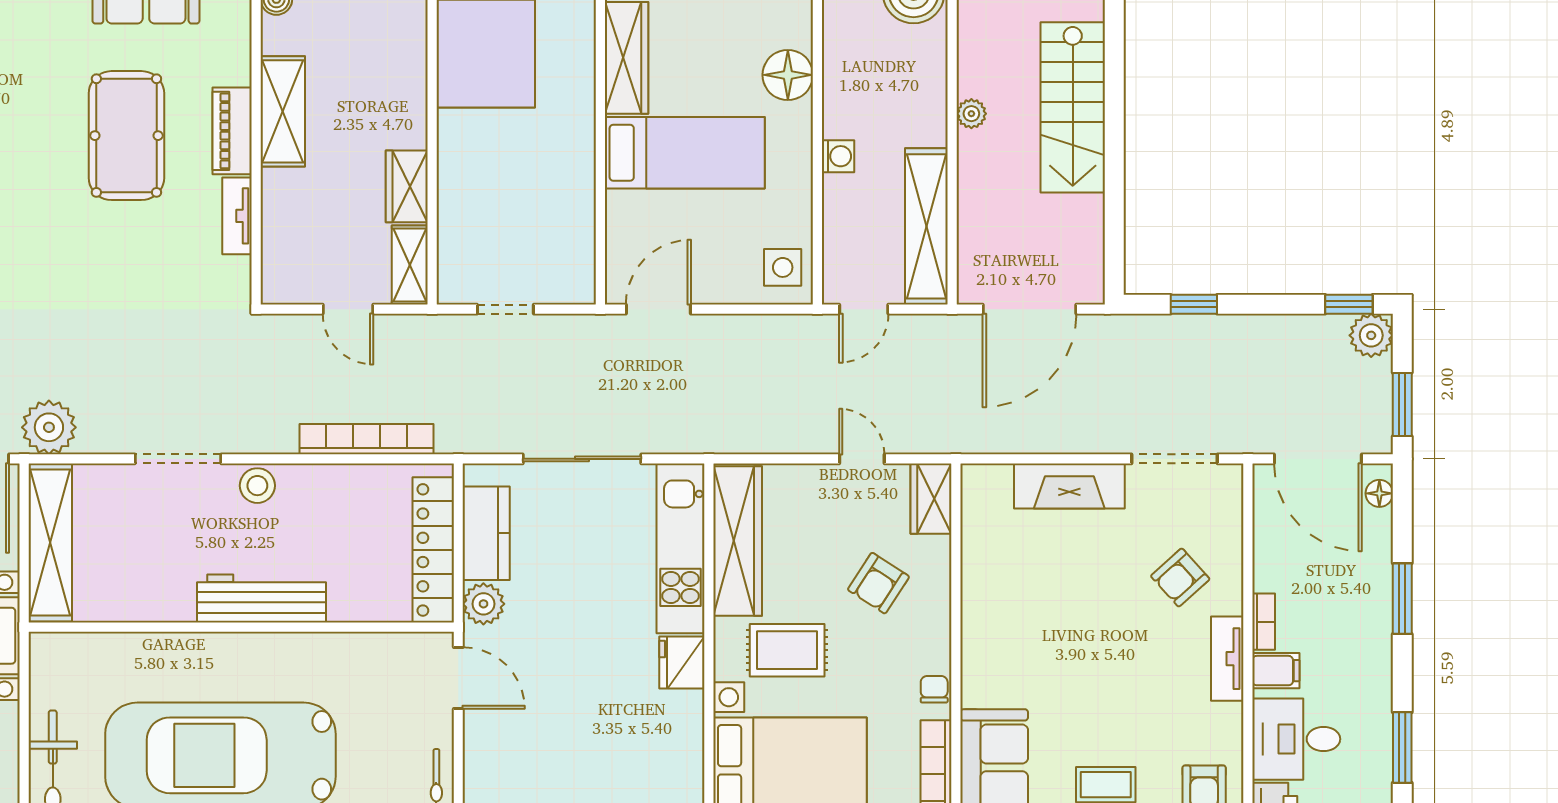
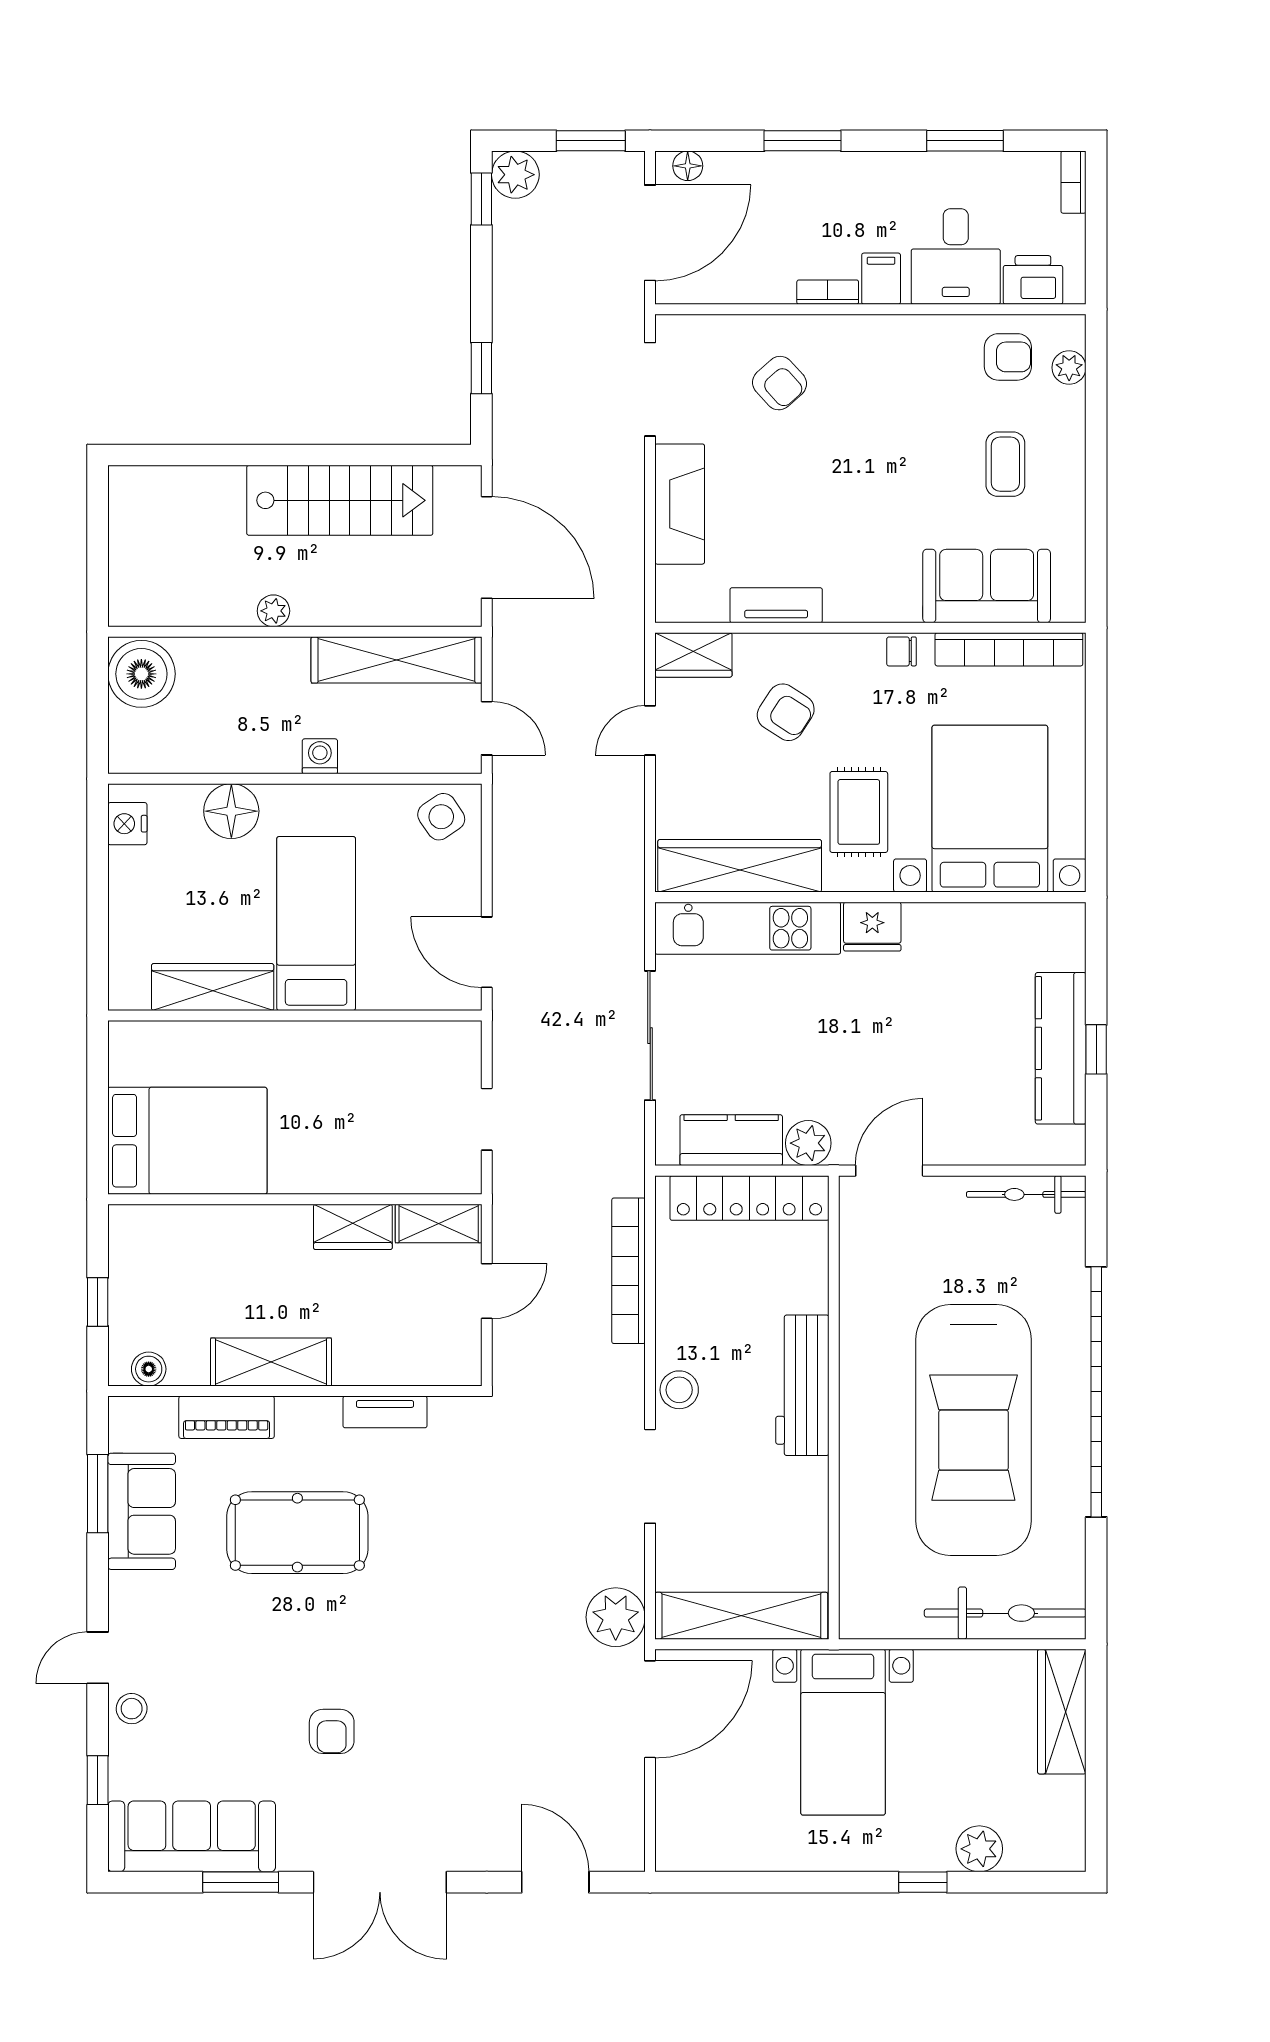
stairs: (1073, 107) -> (340, 500), moved
piano: (232, 131) -> (227, 1417), moved
side table: (783, 267) -> (441, 817), turned -34
tv unit: (1227, 659) -> (776, 605), moved, turned 180

